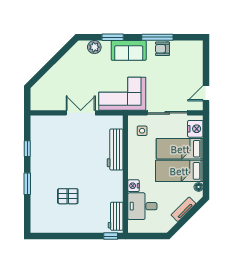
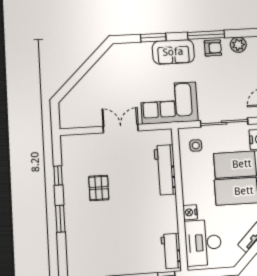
plant: (94, 47) -> (238, 45), moved
armchair: (162, 49) -> (213, 48), turned 180
pallet: (68, 196) -> (99, 188), moved, turned 90
desk: (142, 206) -> (203, 243), width x1.37

